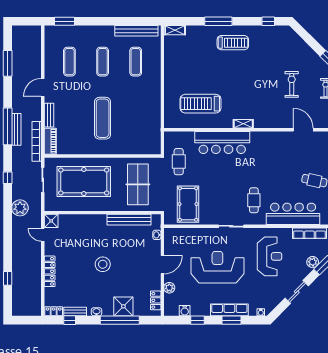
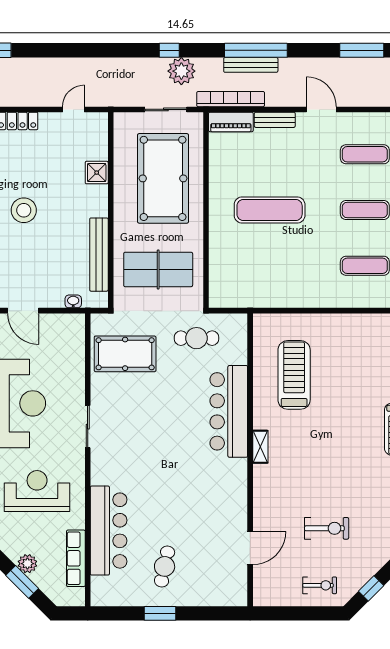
cafe table: (254, 200) -> (131, 465), removed
plant: (20, 208) -> (181, 71), moved
shower: (51, 221) -> (97, 173), moved
reception desk: (270, 256) -> (37, 491), turned 180

